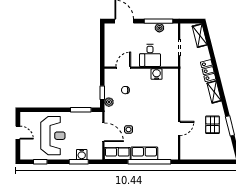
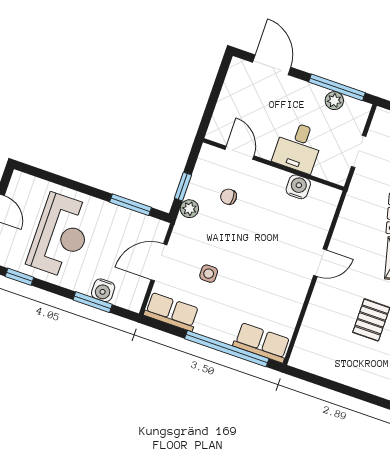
door: (123, 68) -> (239, 153), hinge flipped
door: (179, 128) -> (320, 263), moved
door: (103, 132) -> (159, 262), swing flipped
row of seats: (144, 153) -> (262, 343), moved

